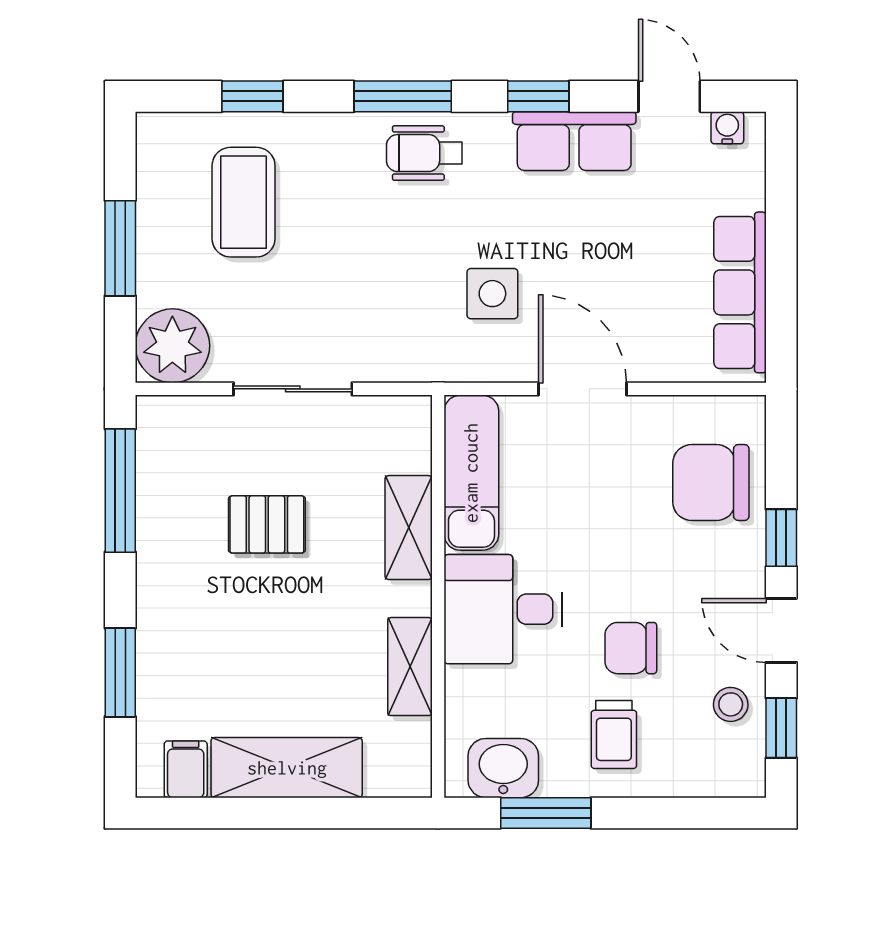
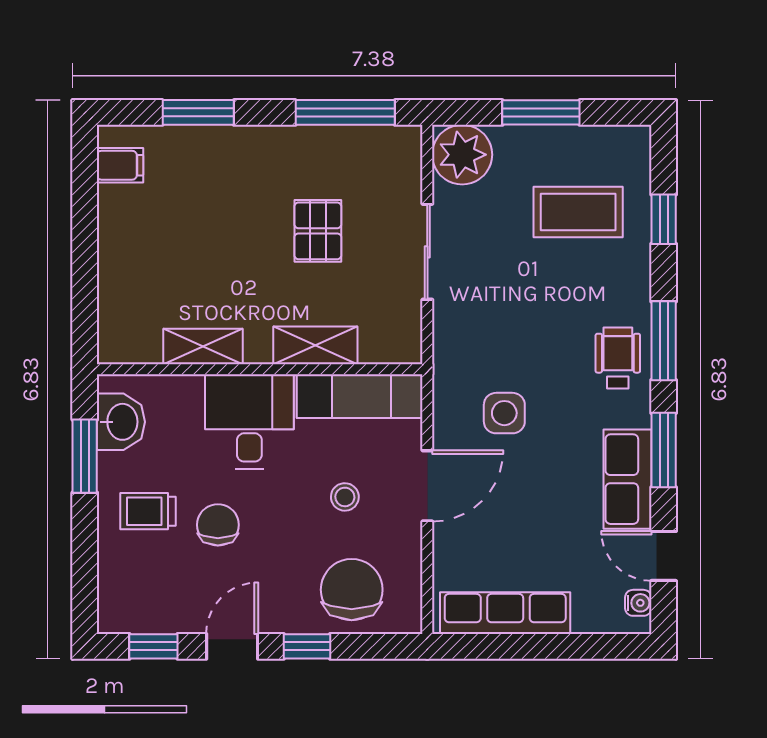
window: (538, 96) -> (664, 450), width x1.50
door: (669, 96) -> (664, 556), swing flipped
stool: (731, 704) -> (345, 497), moved
shelving: (287, 768) -> (121, 247), removed

